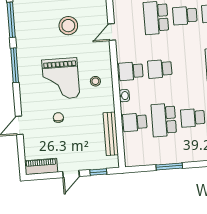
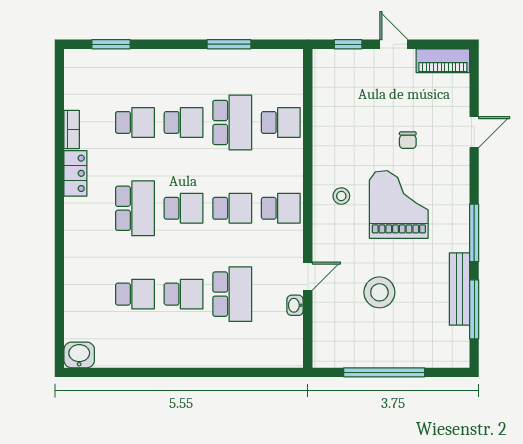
school desk: (189, 67) -> (184, 208), added
washbasin: (124, 96) -> (295, 305), moved
bench: (111, 134) -> (459, 289), moved
door: (71, 174) -> (394, 44), hinge flipped

